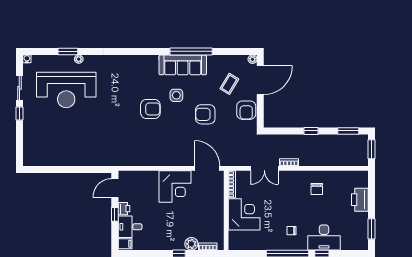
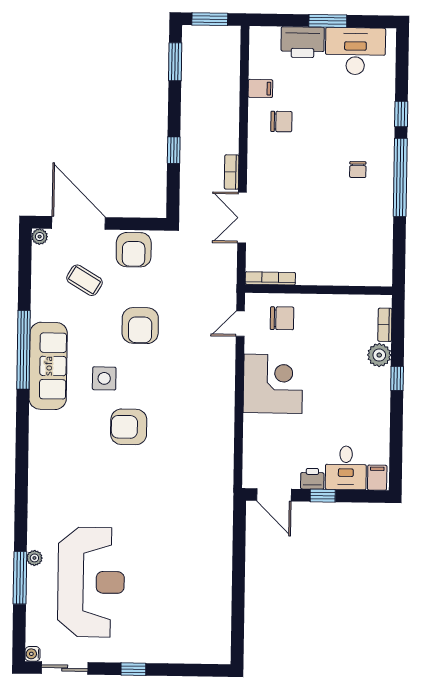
window: (68, 51) -> (20, 578), width x1.44
sliding door: (19, 88) -> (65, 668), moved
armchair: (150, 109) -> (129, 427), turned -90
armchair: (246, 110) -> (134, 250), turned 90
window: (311, 131) -> (174, 150), moved
door: (207, 168) -> (240, 324), width x0.53
double door: (264, 168) -> (242, 218), swing flipped
filing cabinet: (334, 177) -> (260, 88), added
chair: (210, 191) -> (282, 318), added
corner desk: (244, 214) -> (326, 256), removed
window: (372, 229) -> (328, 21), moved
desk: (324, 238) -> (355, 51), moved, turned -90

